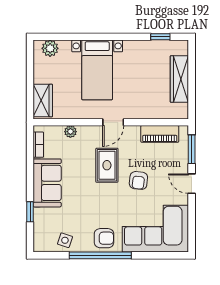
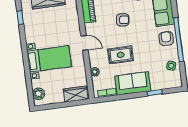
rug: (107, 165) -> (121, 55), moved

